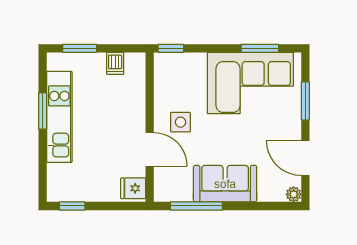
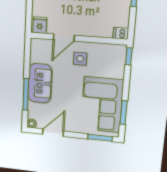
dishwasher: (115, 63) -> (121, 33), moved
window: (305, 101) -> (100, 138), moved
window: (196, 206) -> (26, 94), moved

